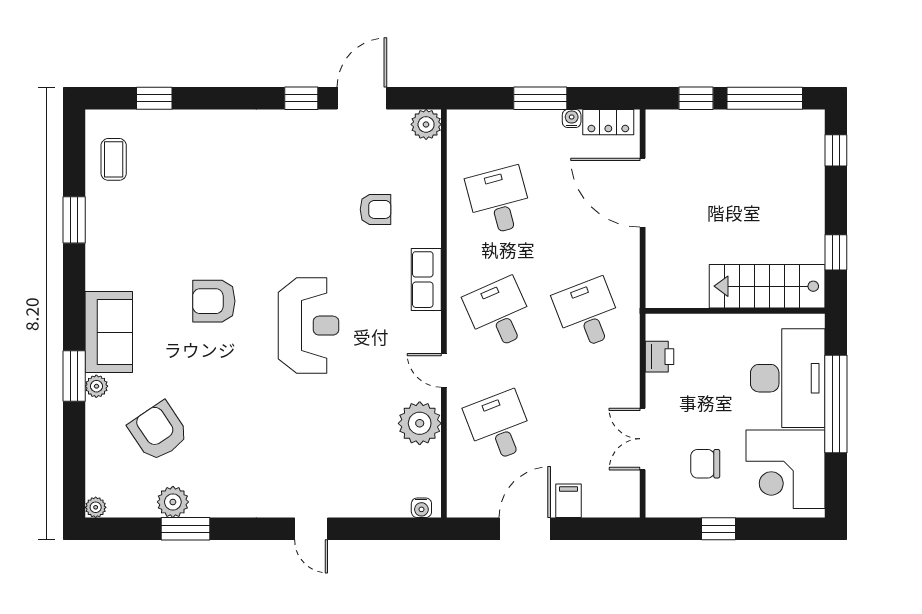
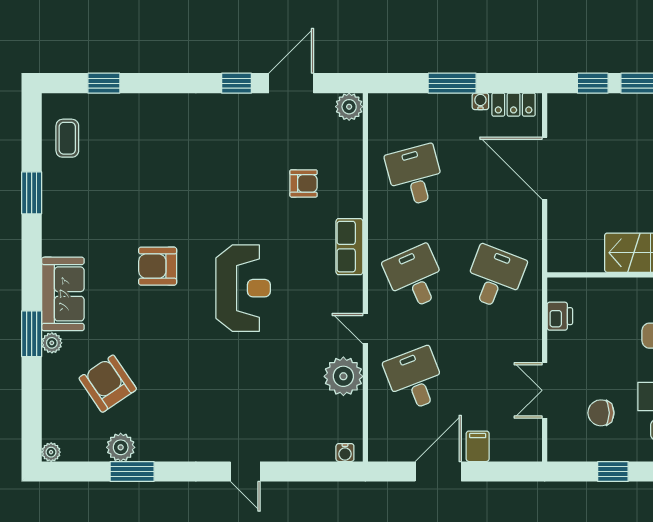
desk: (588, 314) -> (495, 277), turned 42

